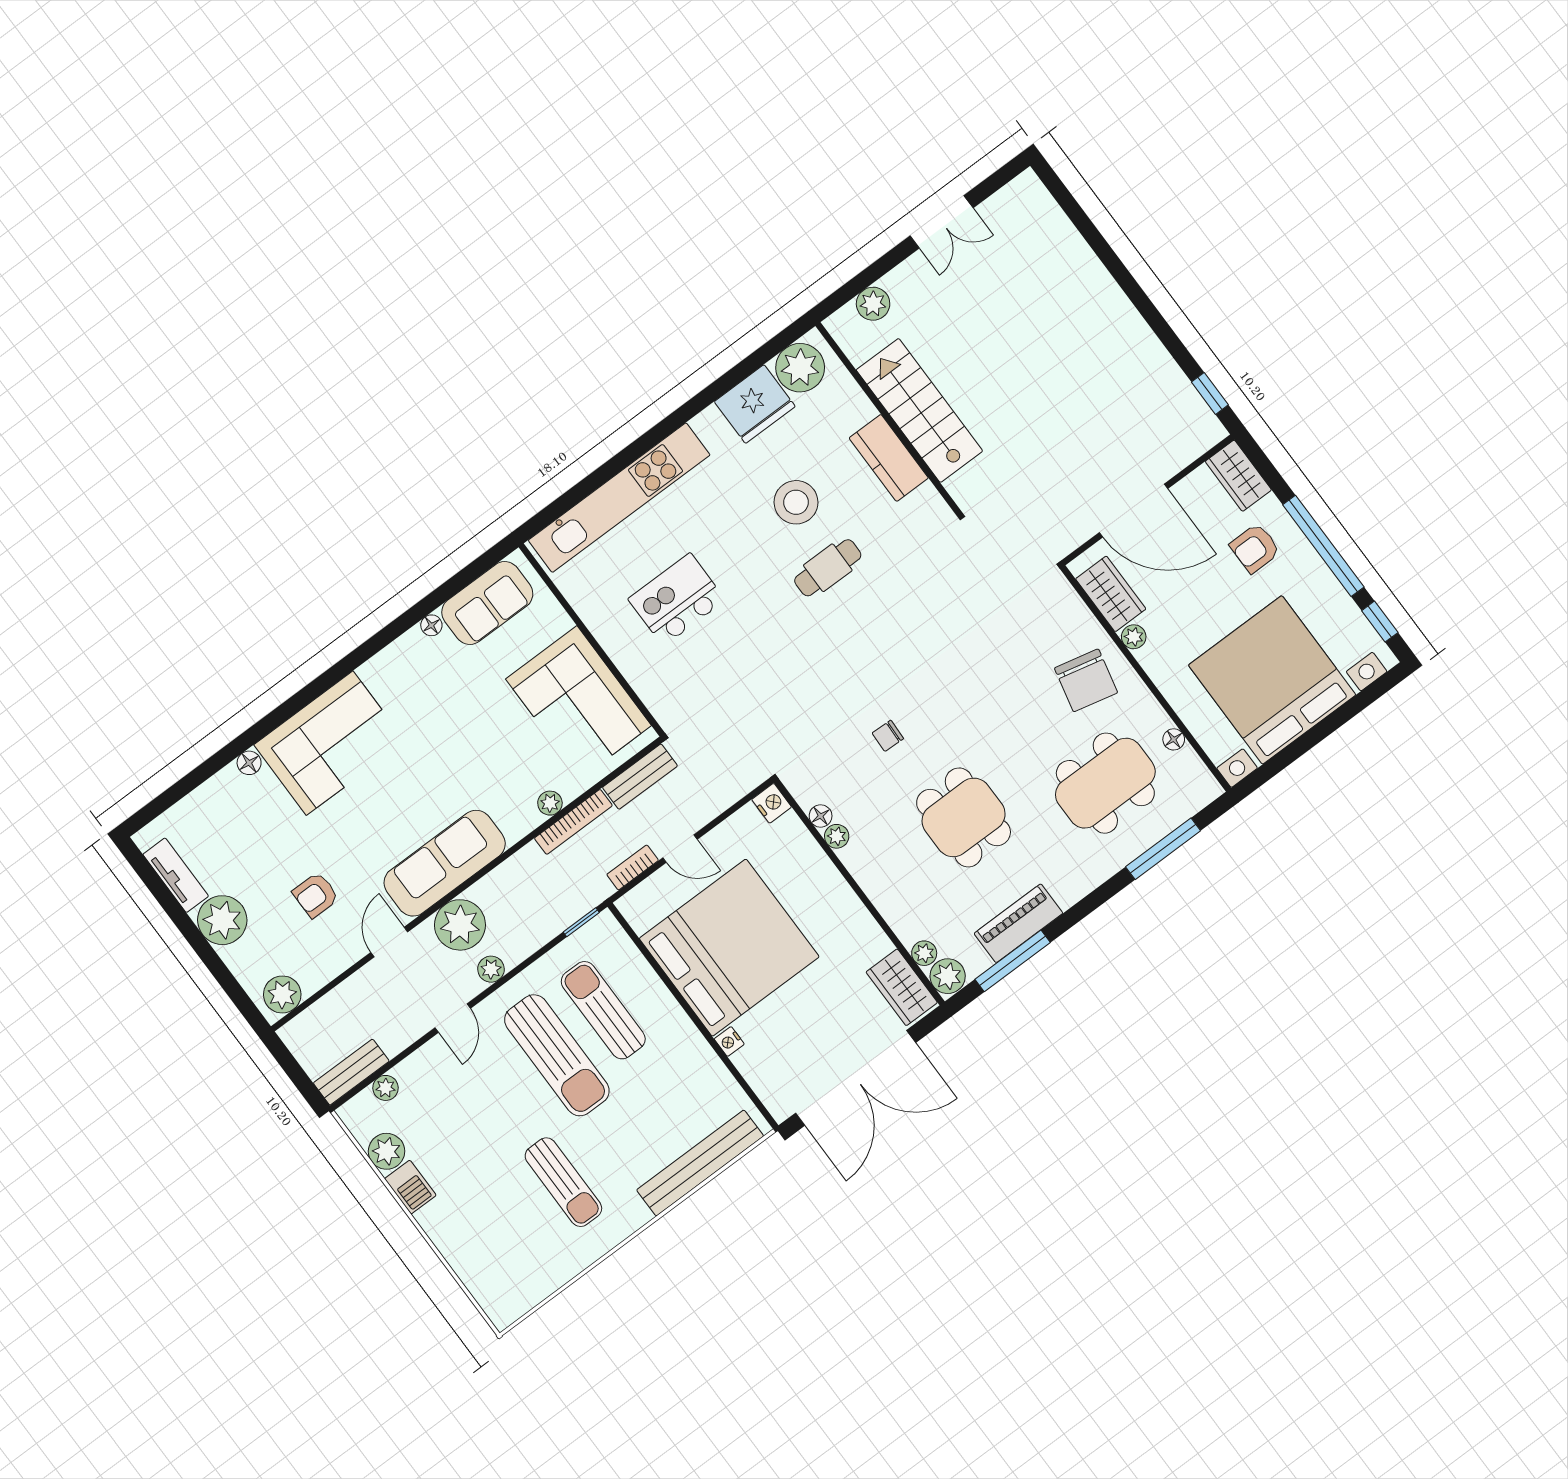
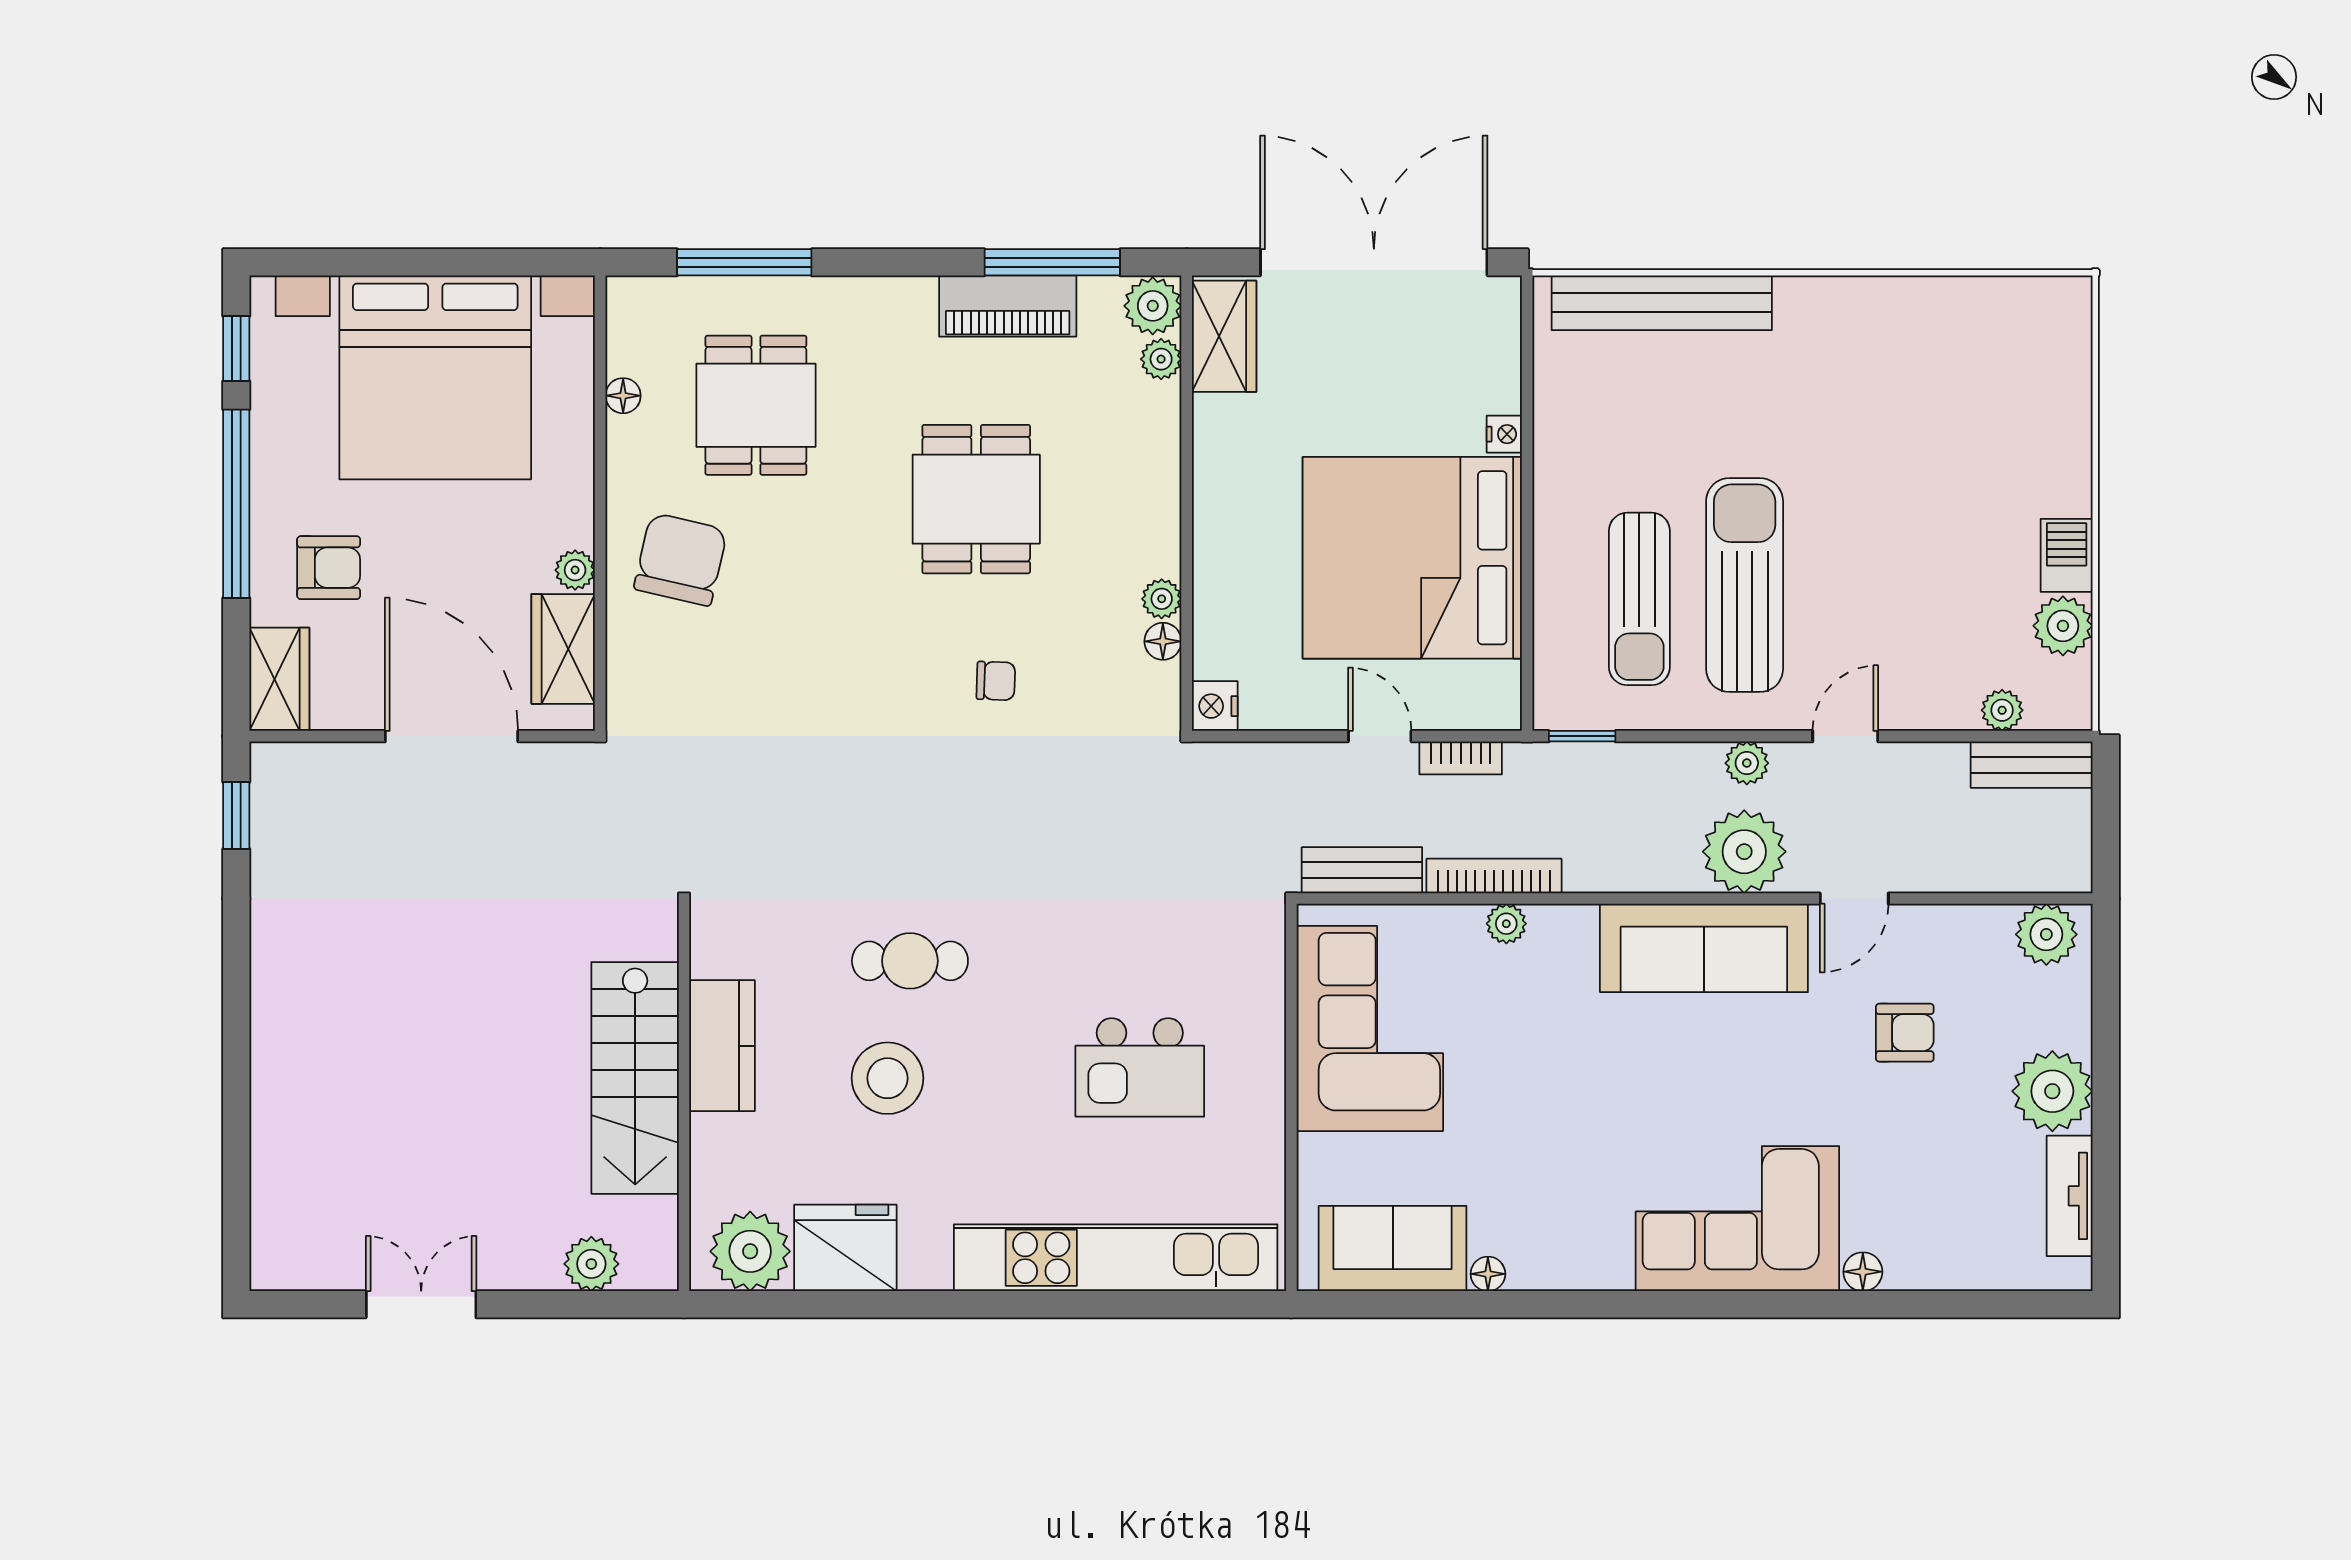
dining table: (1105, 783) -> (756, 405), width x0.73
sun lounger: (563, 1182) -> (1860, 412), removed

